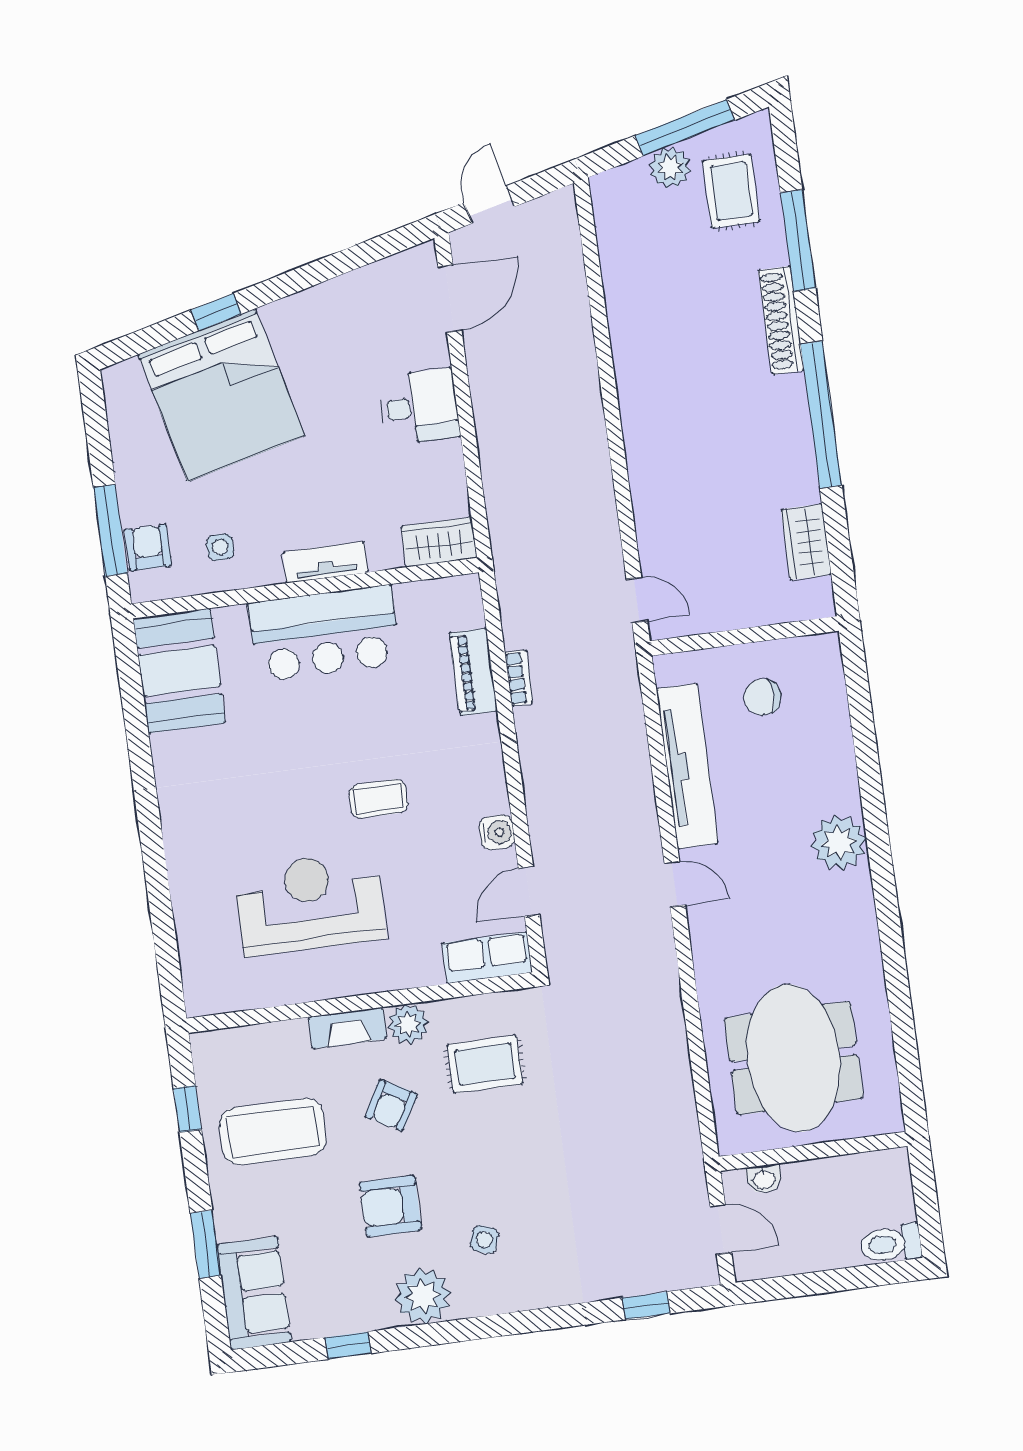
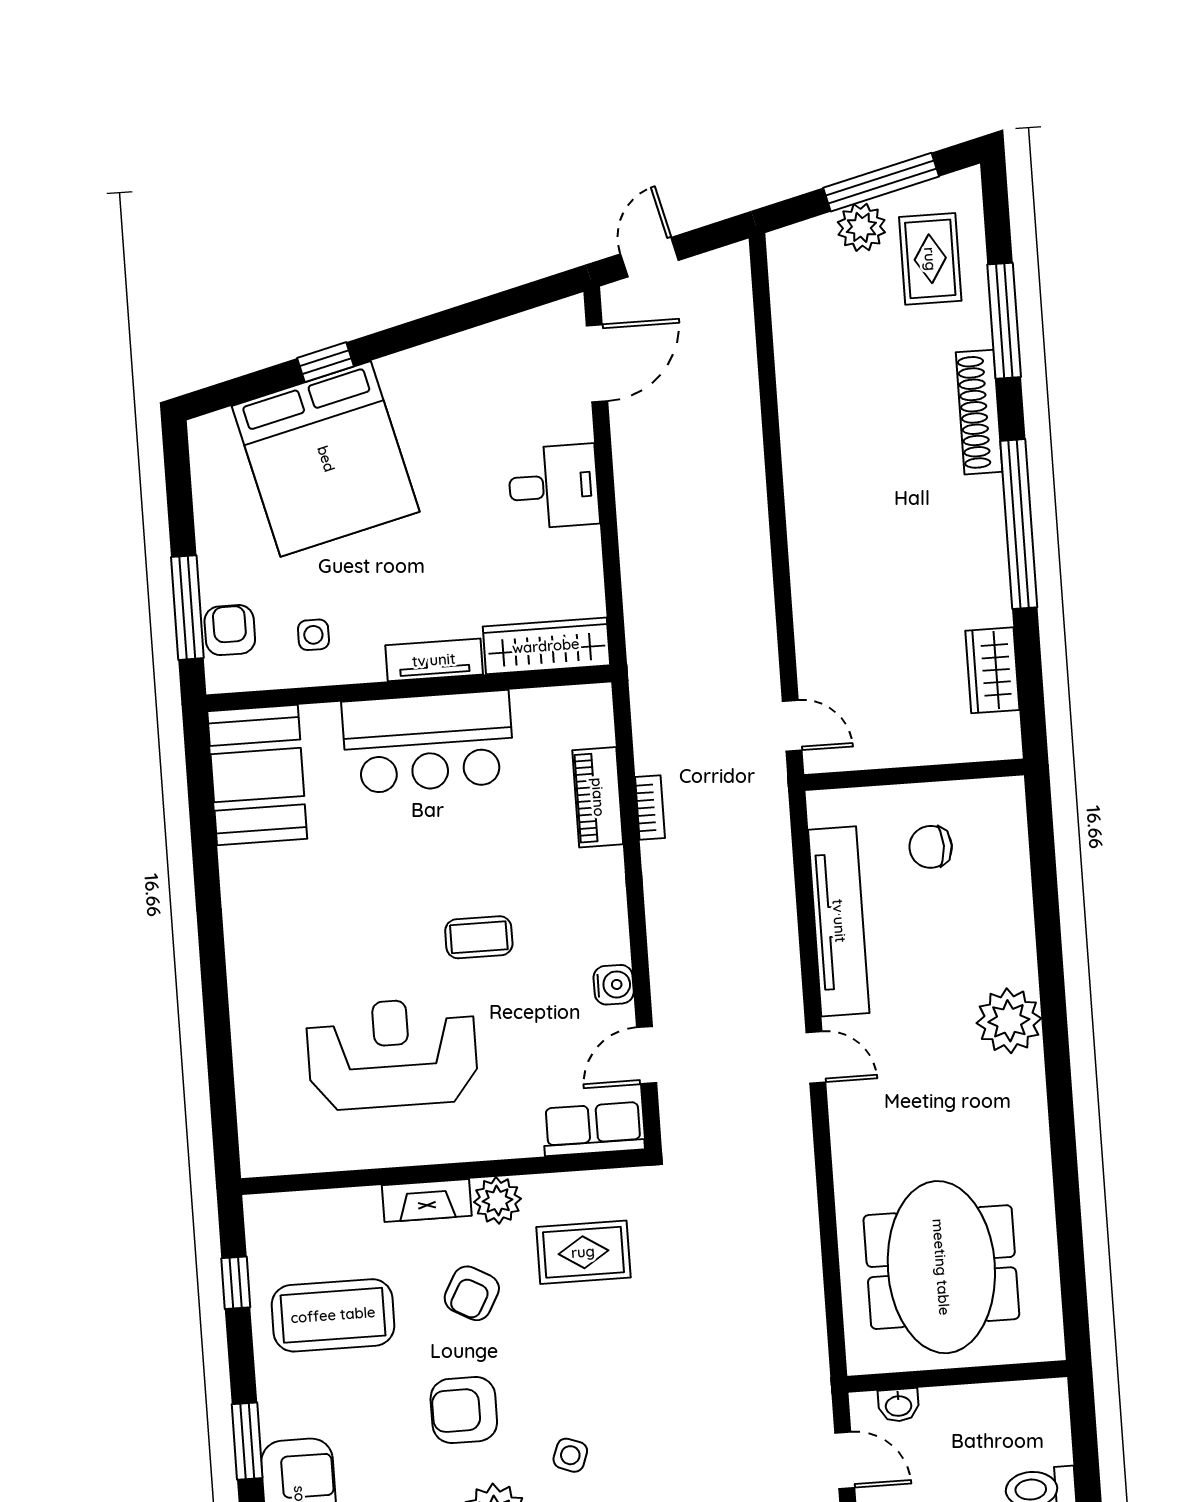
wardrobe: (439, 542) -> (546, 646), width x1.50

